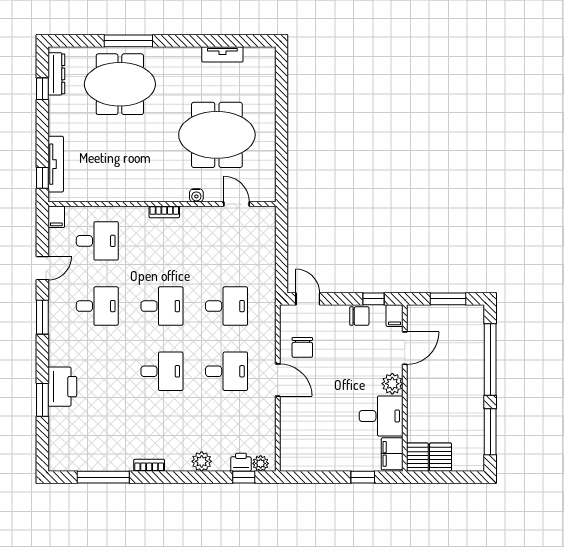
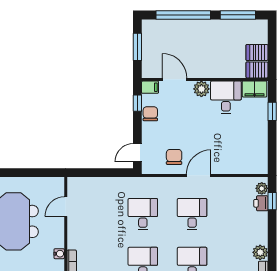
water cooler: (196, 195) -> (59, 254), moved
chair: (302, 347) -> (174, 157), turned -90
plant: (202, 461) -> (260, 252), moved

